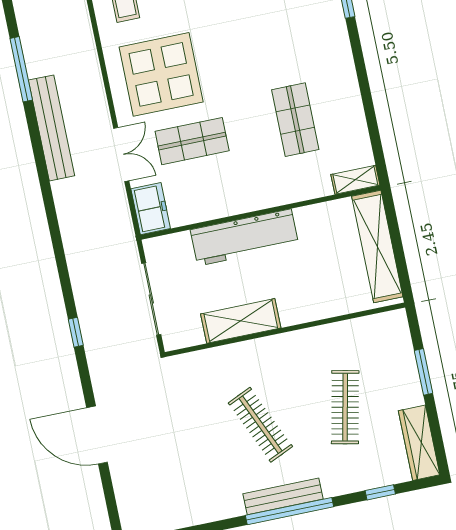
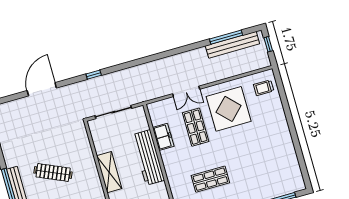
bench: (51, 128) -> (232, 45), moved
freezer: (151, 209) -> (163, 137), moved, turned -90
shelving: (241, 321) -> (109, 172), moved
clothes rail: (260, 425) -> (53, 173), turned 48

